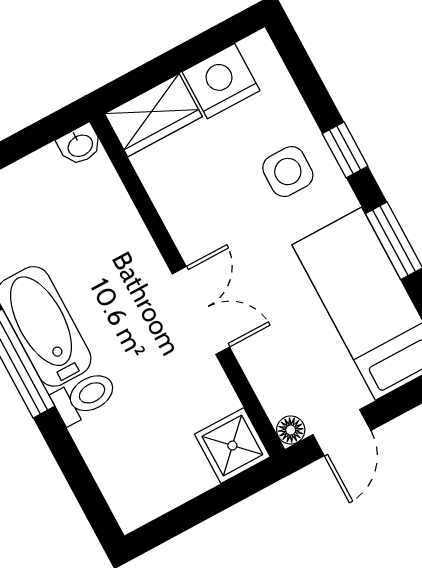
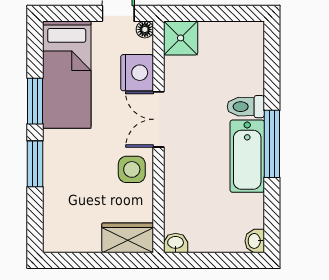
nightstand: (221, 81) -> (137, 73), moved, turned -90
window: (345, 150) -> (35, 164), width x1.50
side table: (288, 172) -> (132, 169), moved

